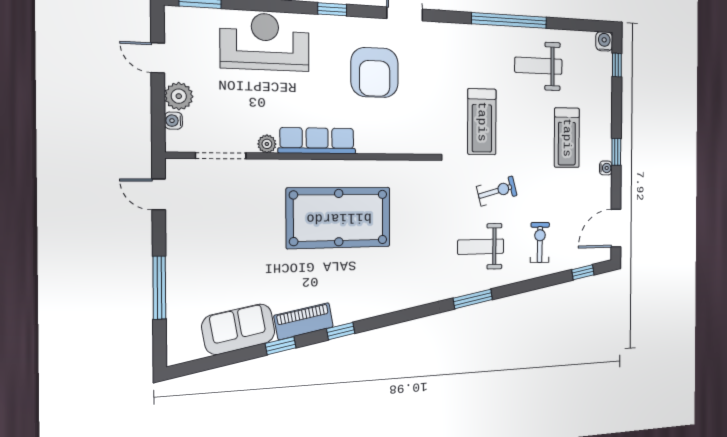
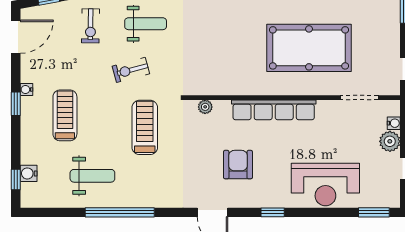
water cooler: (604, 41) -> (29, 173), moved, turned 90
armchair: (375, 72) -> (238, 165), width x0.73, depth x0.73
row of seats: (317, 141) -> (274, 110), width x1.36
plant: (267, 144) -> (205, 107), moved
pool table: (339, 218) -> (309, 48), moved

